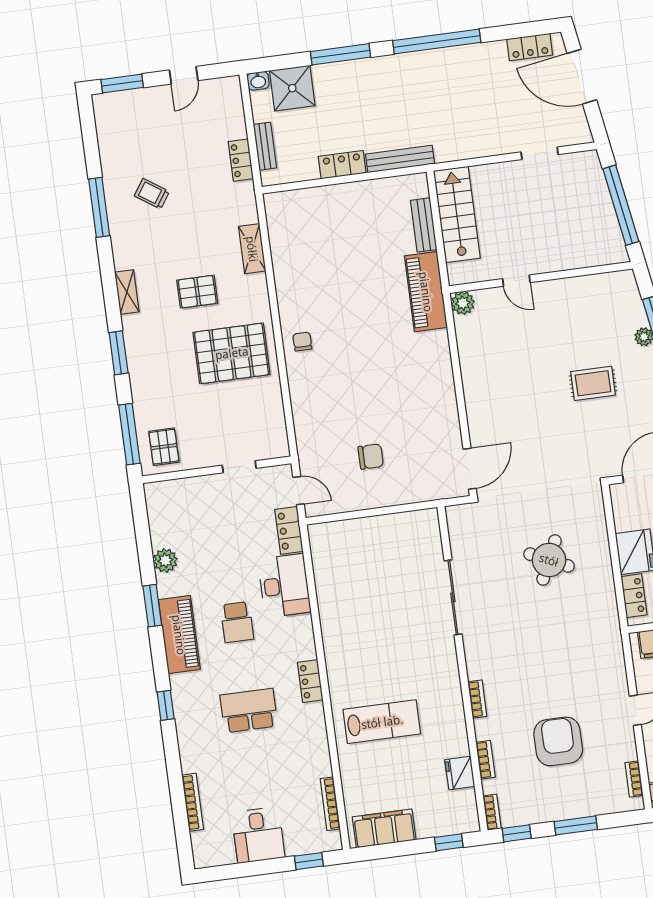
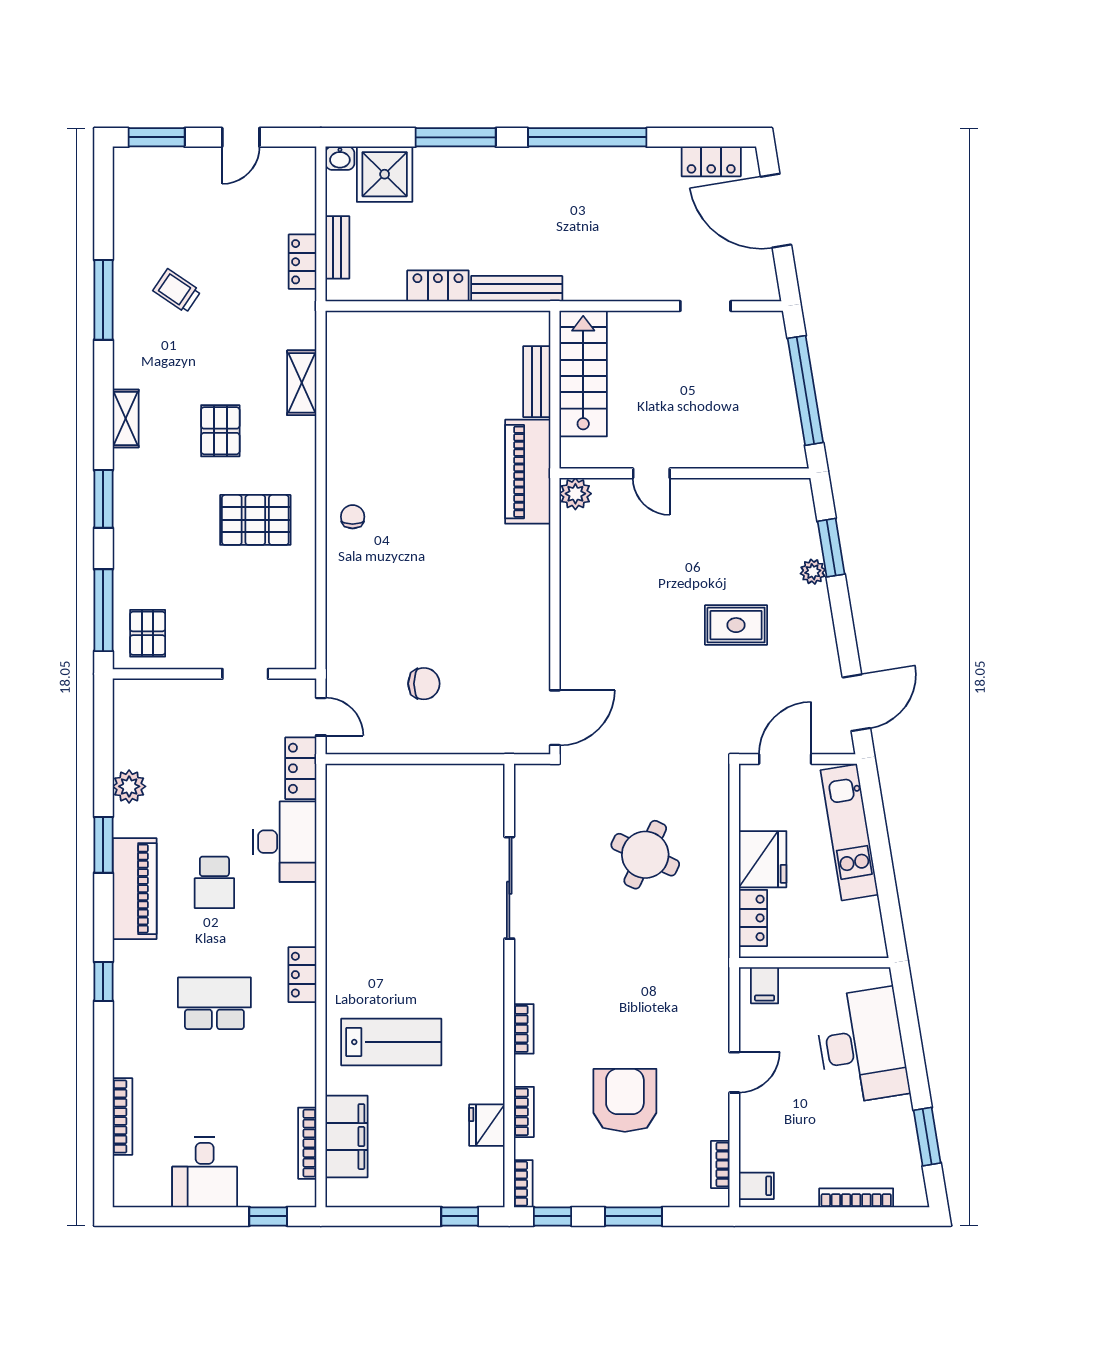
pallet: (197, 292) -> (220, 431), turned 90
pallet: (232, 353) -> (255, 520), width x0.73, depth x0.71
filing cabinet: (384, 828) -> (347, 1137), moved, turned 90

